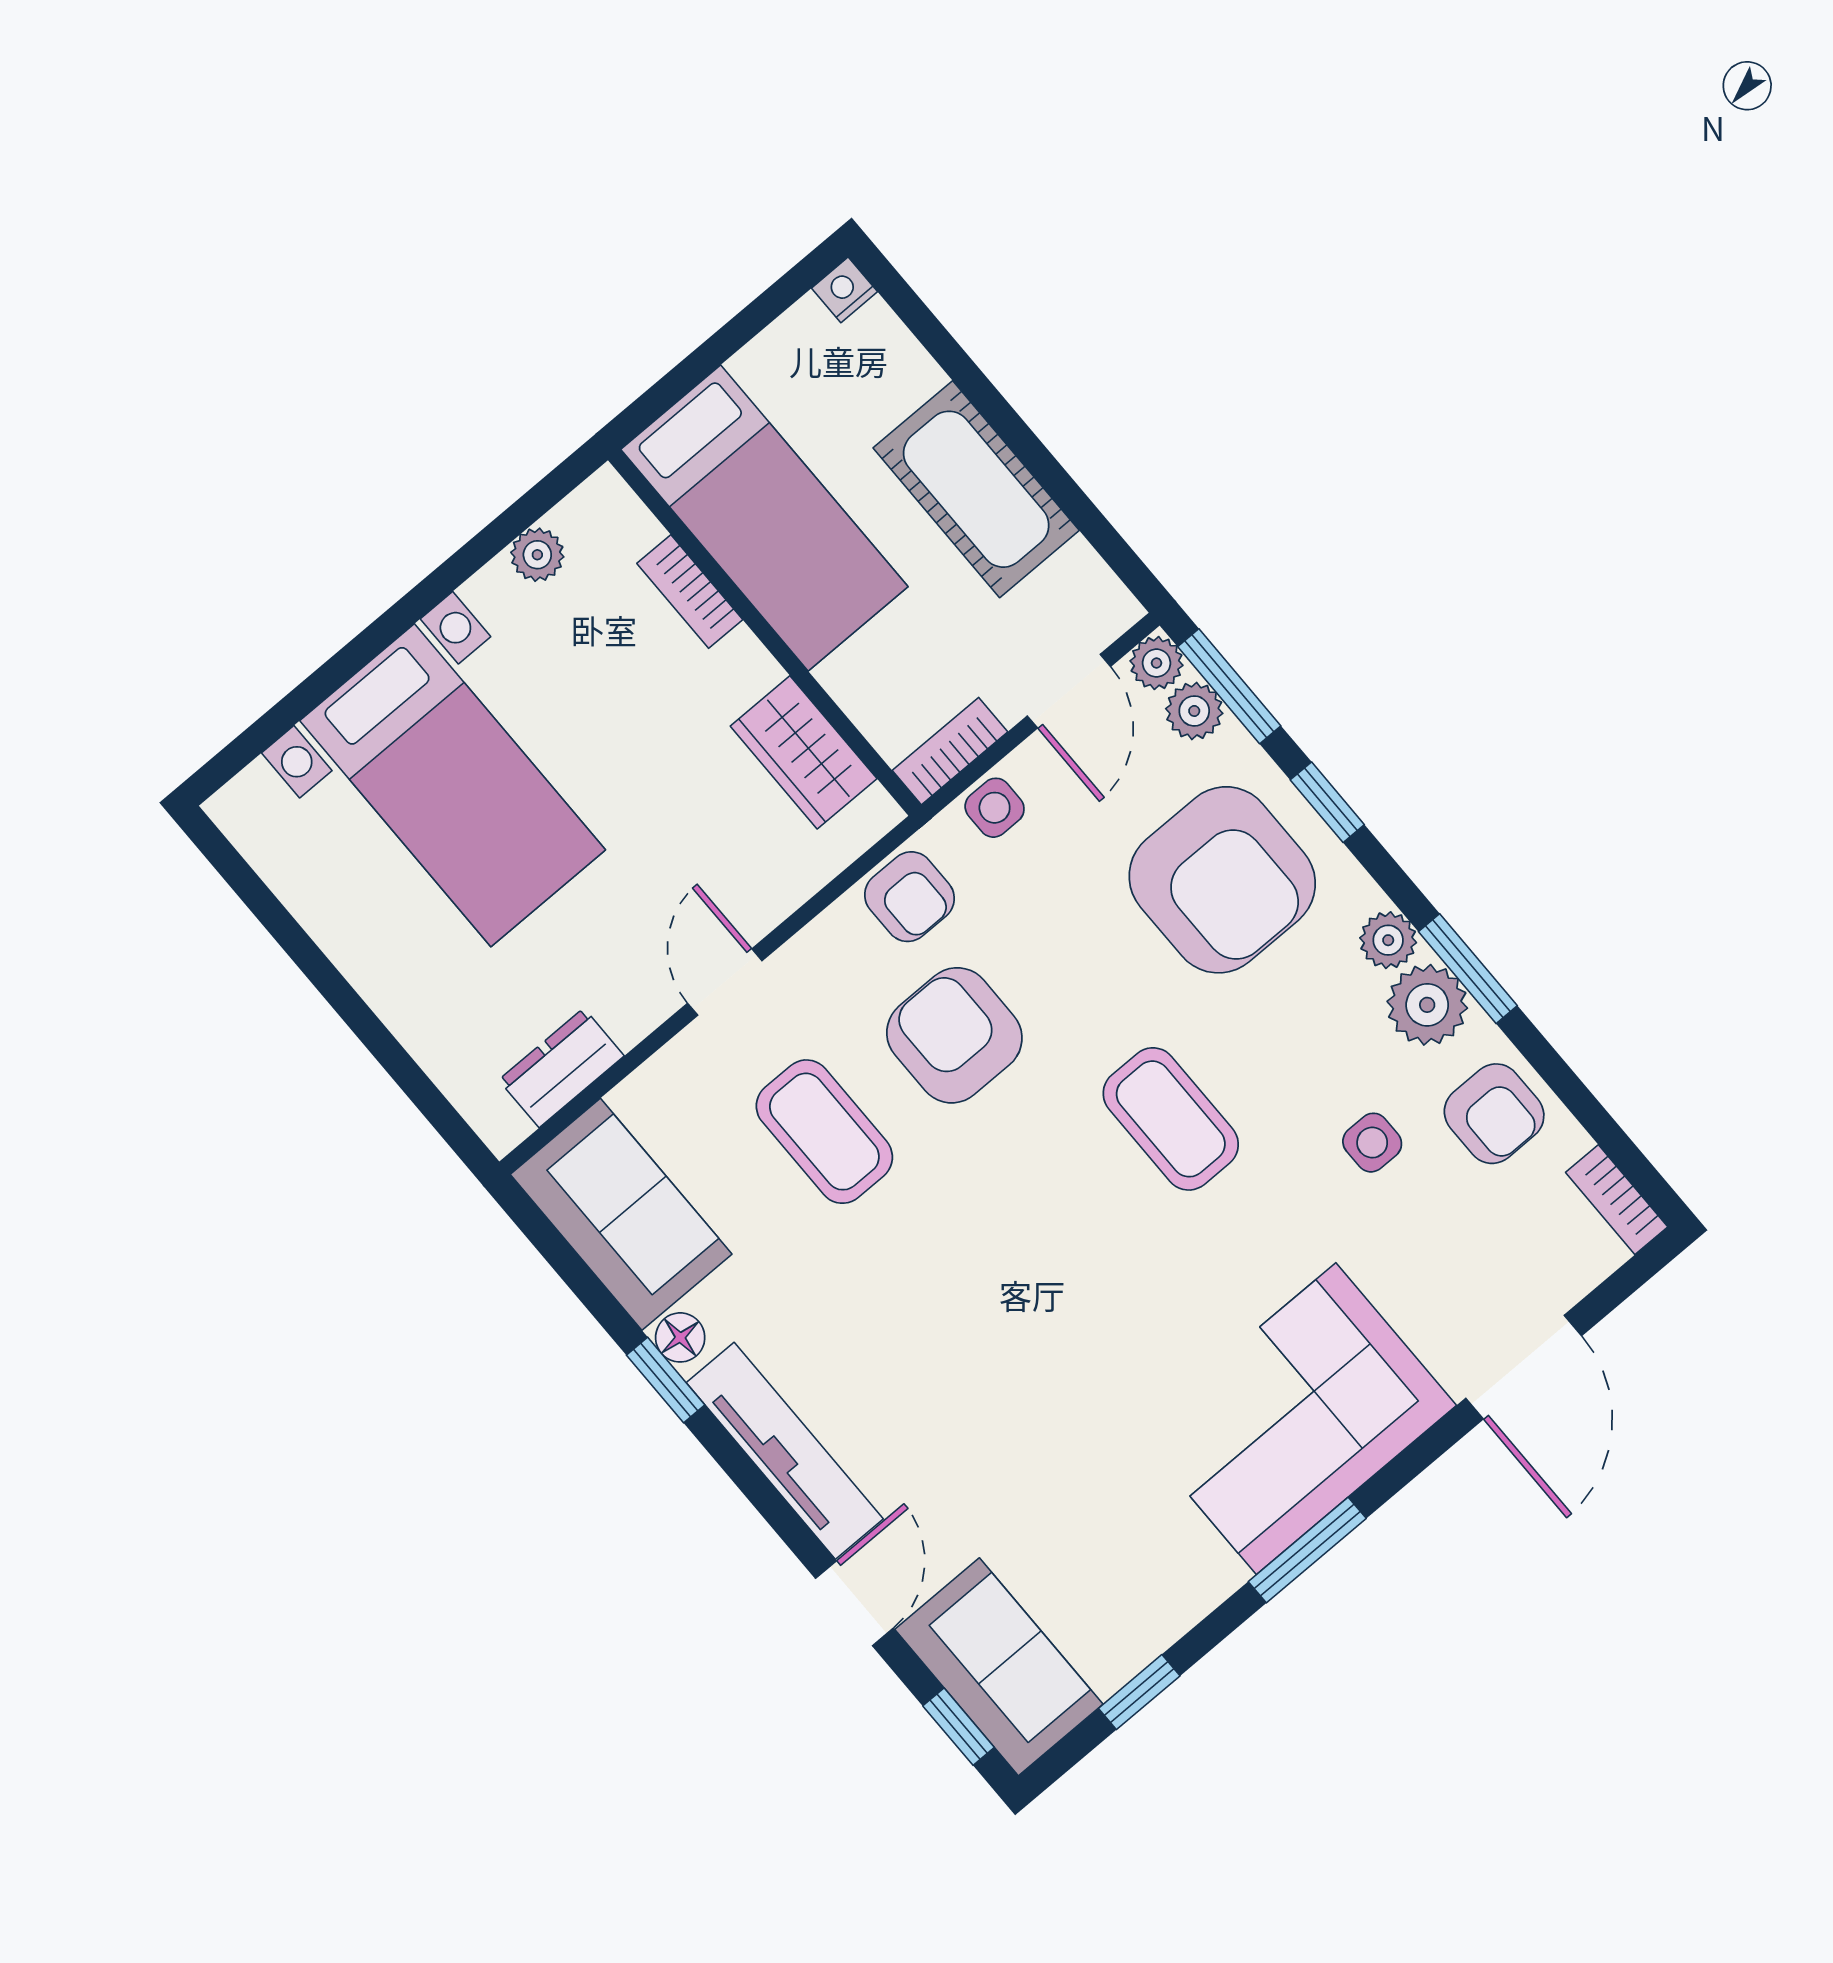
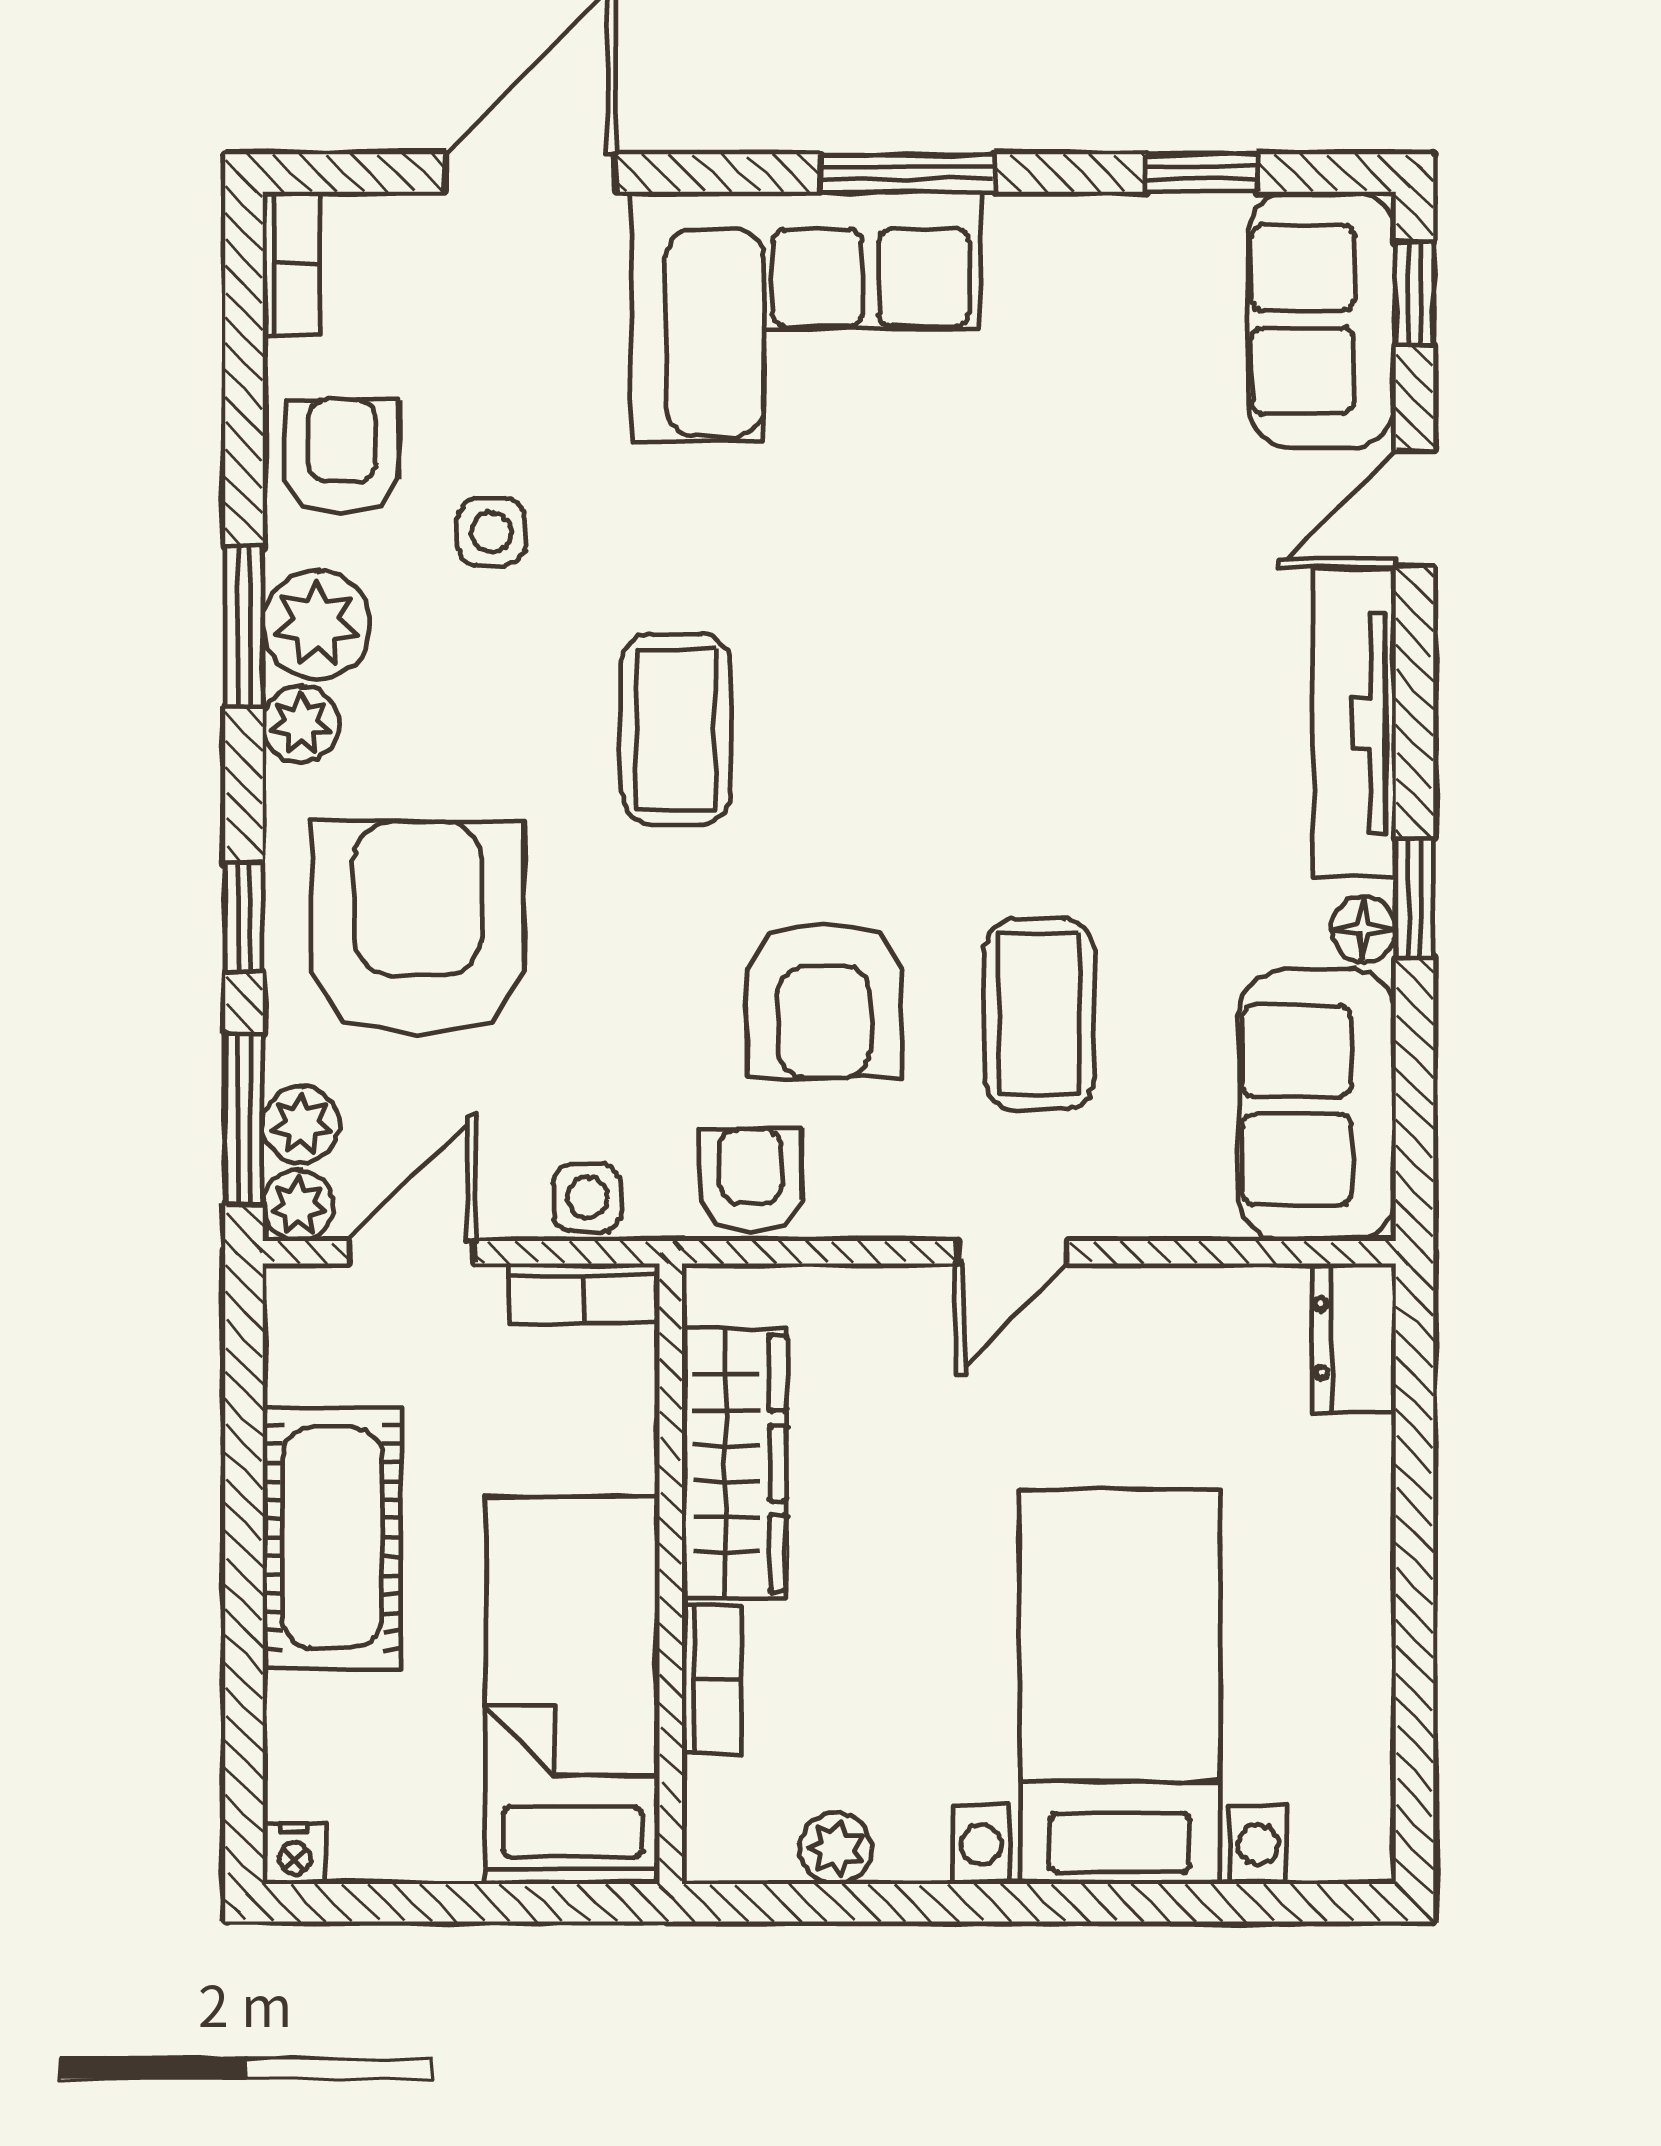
wardrobe: (804, 752) -> (734, 1463), width x1.50
dresser: (561, 1068) -> (1354, 1338), moved, turned 90

